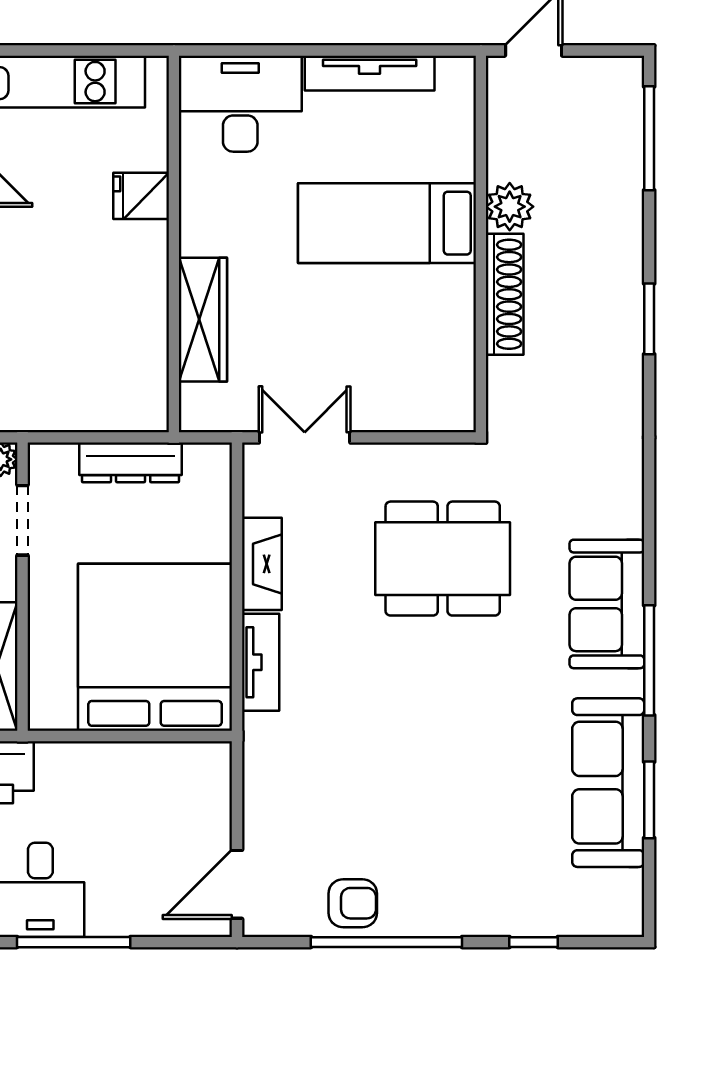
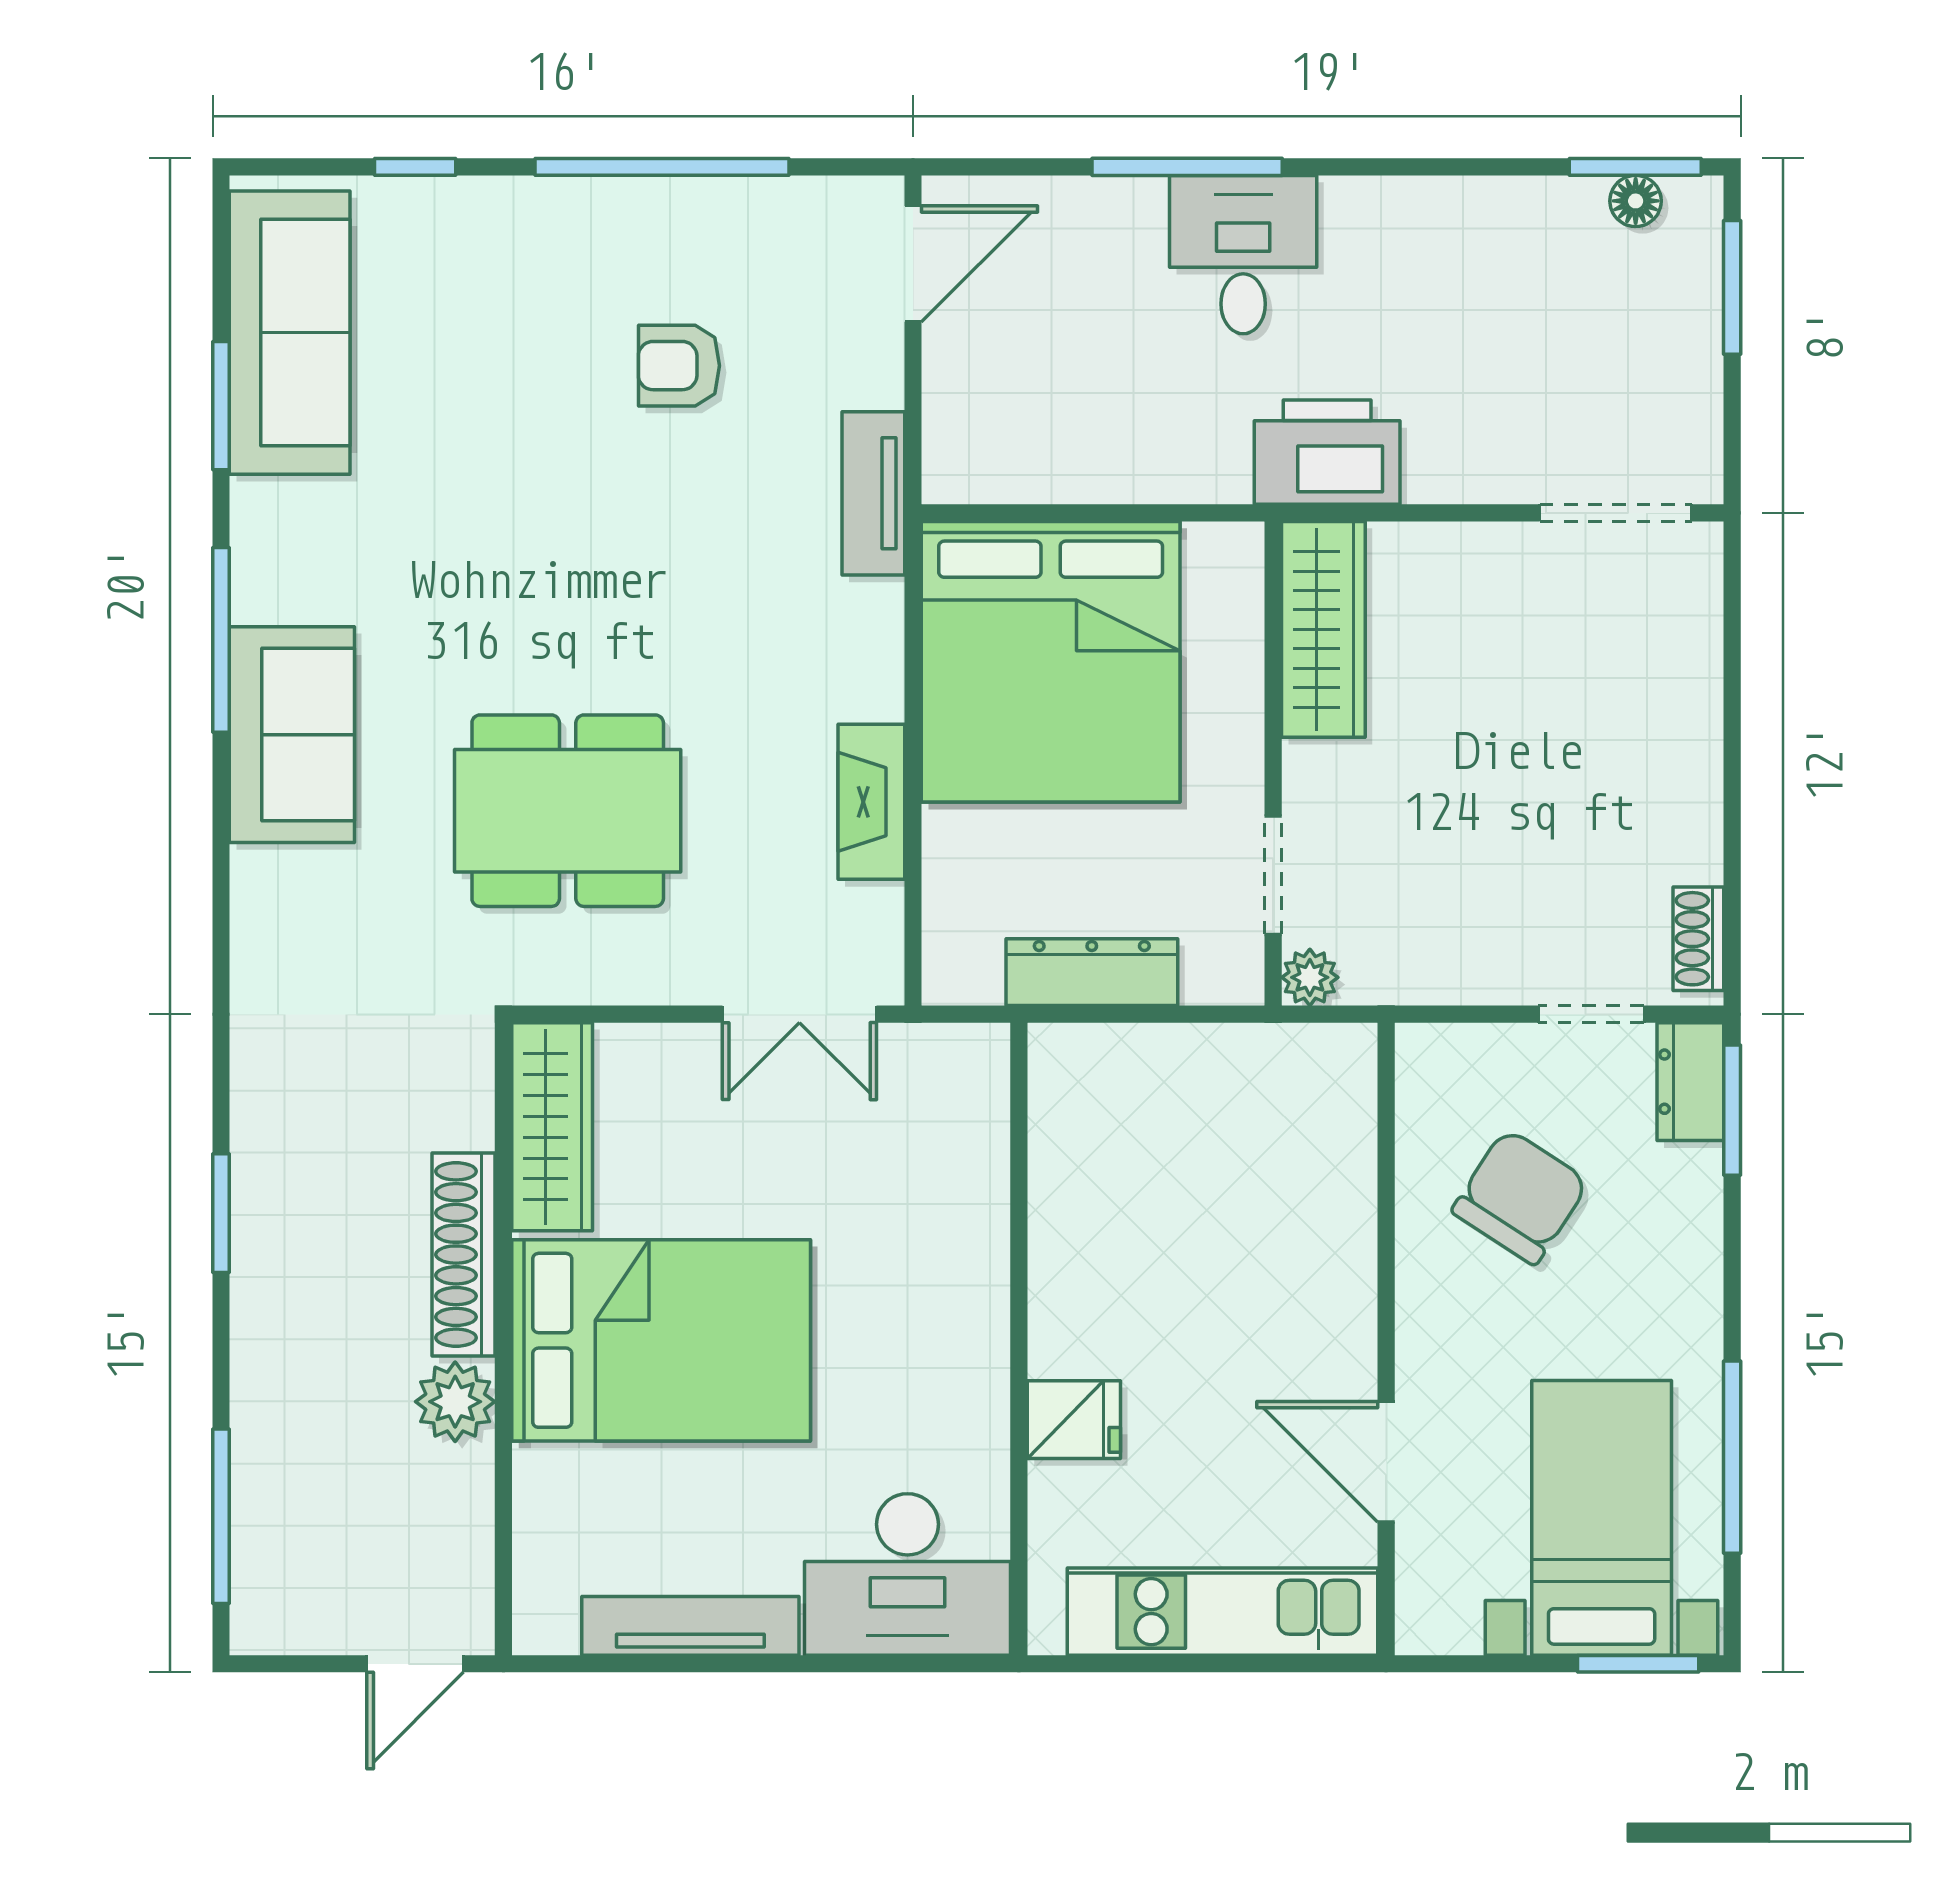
bed: (387, 223) -> (661, 1340), width x1.50
wardrobe: (203, 320) -> (552, 1127), moved, turned 180
tv unit: (261, 662) -> (873, 493), moved
sofa: (608, 783) -> (290, 333), moved
armchair: (353, 903) -> (679, 366), moved

